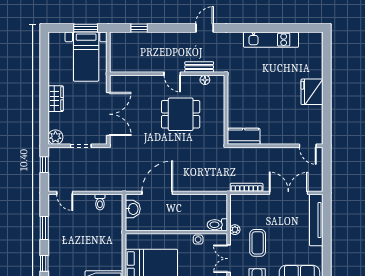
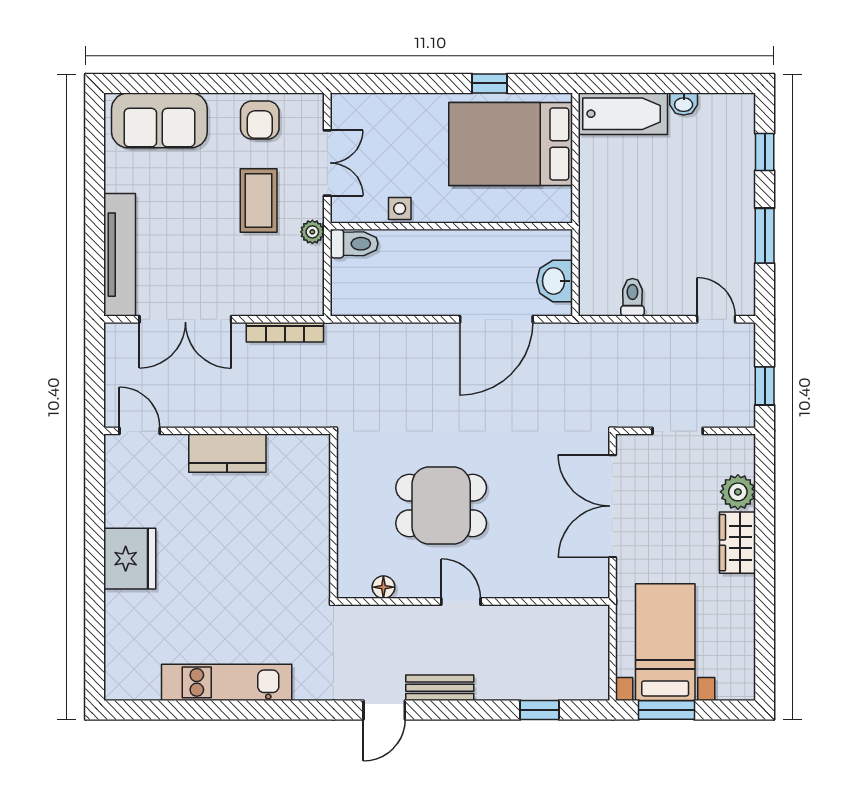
bench: (199, 67) -> (440, 688), moved
kitchen counter: (244, 136) -> (227, 453), moved
plant: (55, 137) -> (738, 492), moved

